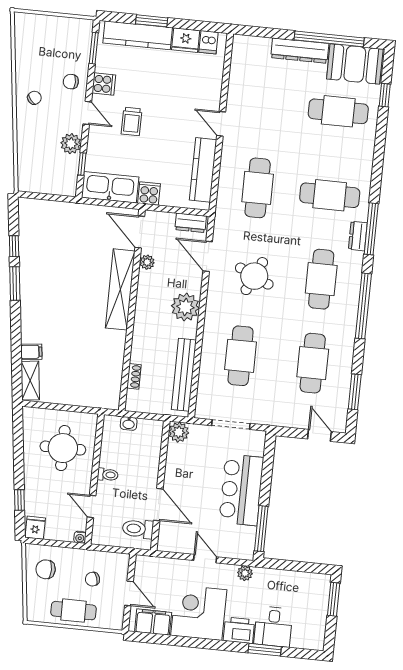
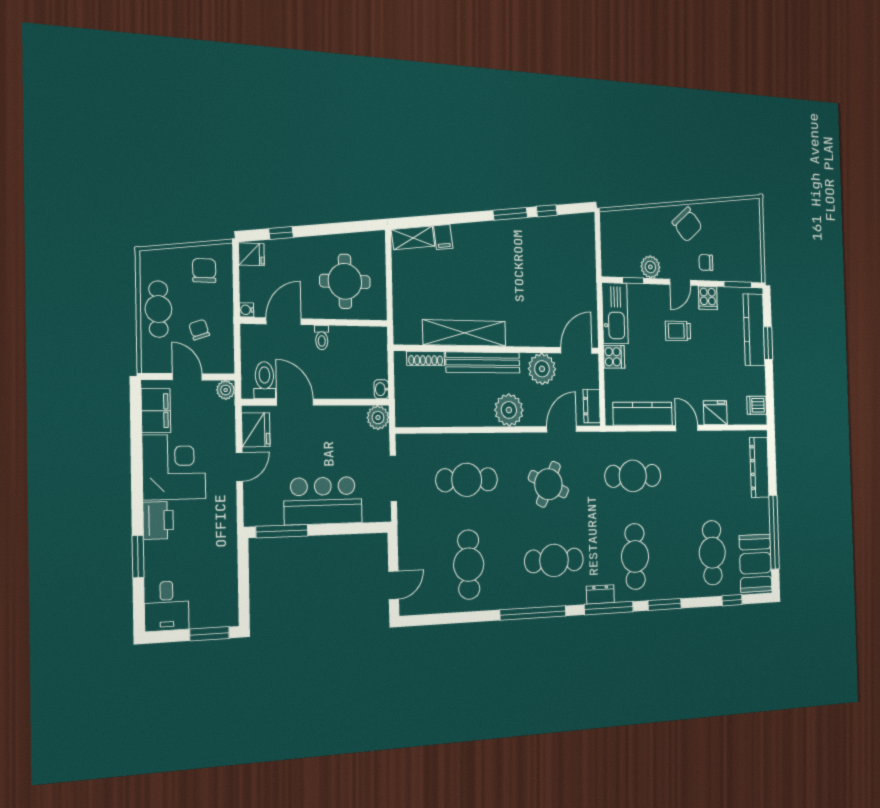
fridge: (186, 40) -> (715, 413), moved, turned 90
dresser: (300, 51) -> (759, 467), moved
chair: (71, 82) -> (706, 263), turned -90
chair: (34, 98) -> (687, 225), width x1.87, depth x1.87
door: (221, 124) -> (687, 428), hinge flipped
plant: (147, 262) -> (542, 369), width x1.88, depth x1.88
shelving: (120, 289) -> (464, 333), moved
cafe table: (313, 363) -> (469, 565), turned 90
bench: (184, 375) -> (483, 362), moved
shoe rack: (134, 376) -> (426, 358), width x1.43
window: (355, 392) -> (665, 604), moved
washbasin: (129, 423) -> (381, 389), moved
door: (158, 505) -> (295, 402), swing flipped
door: (92, 506) -> (284, 321), width x1.38
fridge: (177, 541) -> (256, 430), added
plant: (245, 573) -> (226, 390), moved
door: (129, 593) -> (187, 377), swing flipped
desk: (273, 627) -> (167, 606), moved, turned -90

